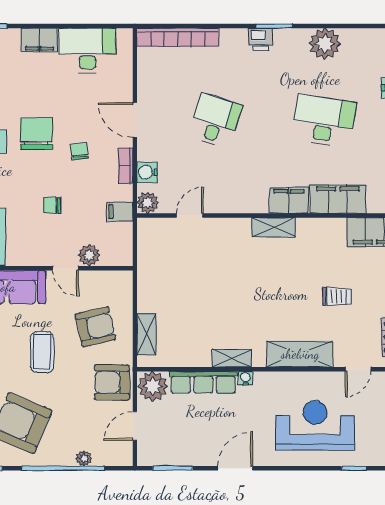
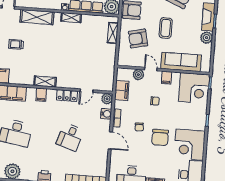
filing cabinet: (289, 200) -> (41, 95), width x0.50
locker: (228, 203) -> (67, 96), added
filing cabinet: (120, 211) -> (122, 90), width x2.00
filing cabinet: (33, 254) -> (167, 78), added

